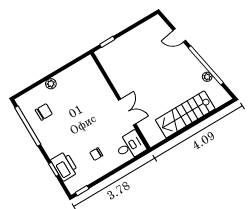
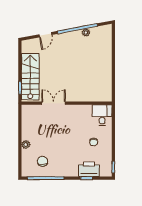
double door: (127, 112) -> (53, 103), moved
stairs: (185, 114) -> (30, 77), moved, turned 180

